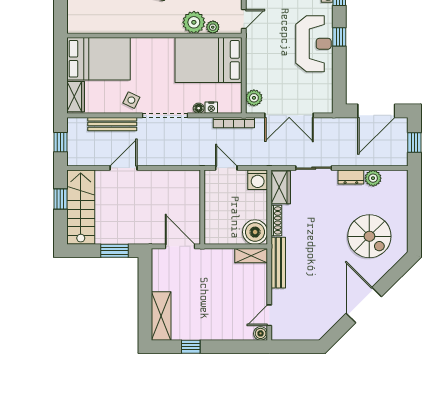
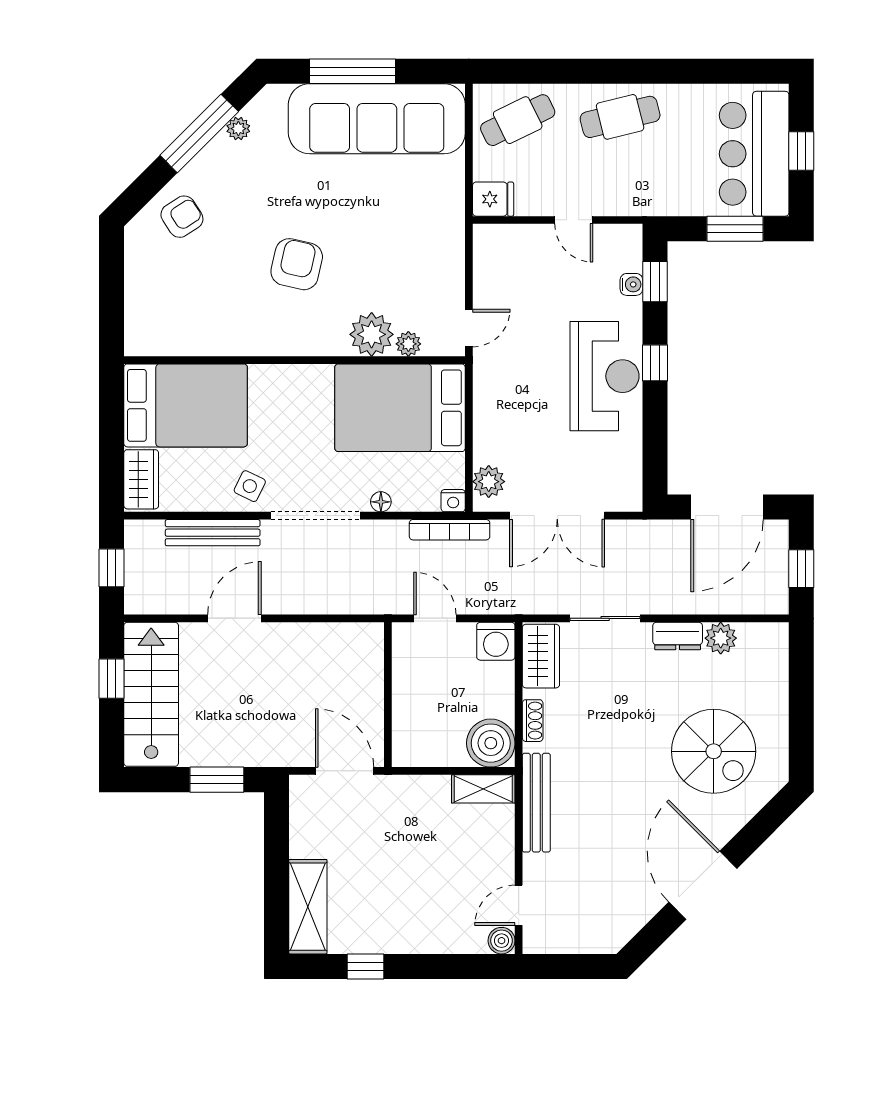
nightstand: (211, 108) -> (453, 501), moved
shoe rack: (276, 220) -> (533, 721), width x0.70

